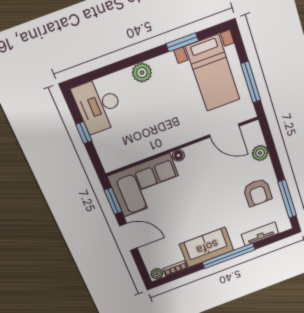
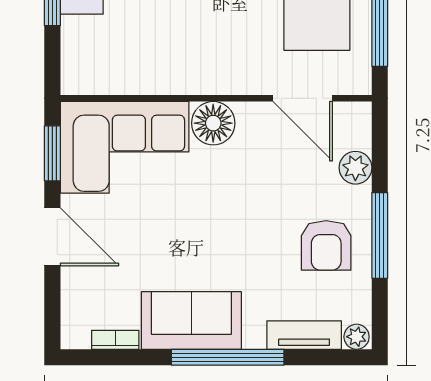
floor lamp: (178, 155) -> (213, 123), width x1.89, depth x1.89
window: (287, 199) -> (380, 235), moved
plant: (157, 274) -> (357, 337), moved

